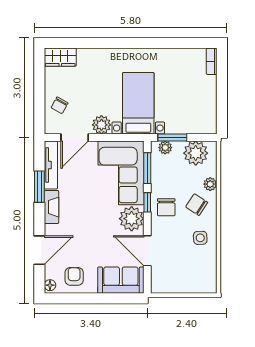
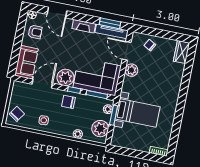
bed with nightstands: (138, 103) -> (138, 113), moved
window: (39, 187) -> (110, 23), moved
chair: (197, 205) -> (17, 114), moved

